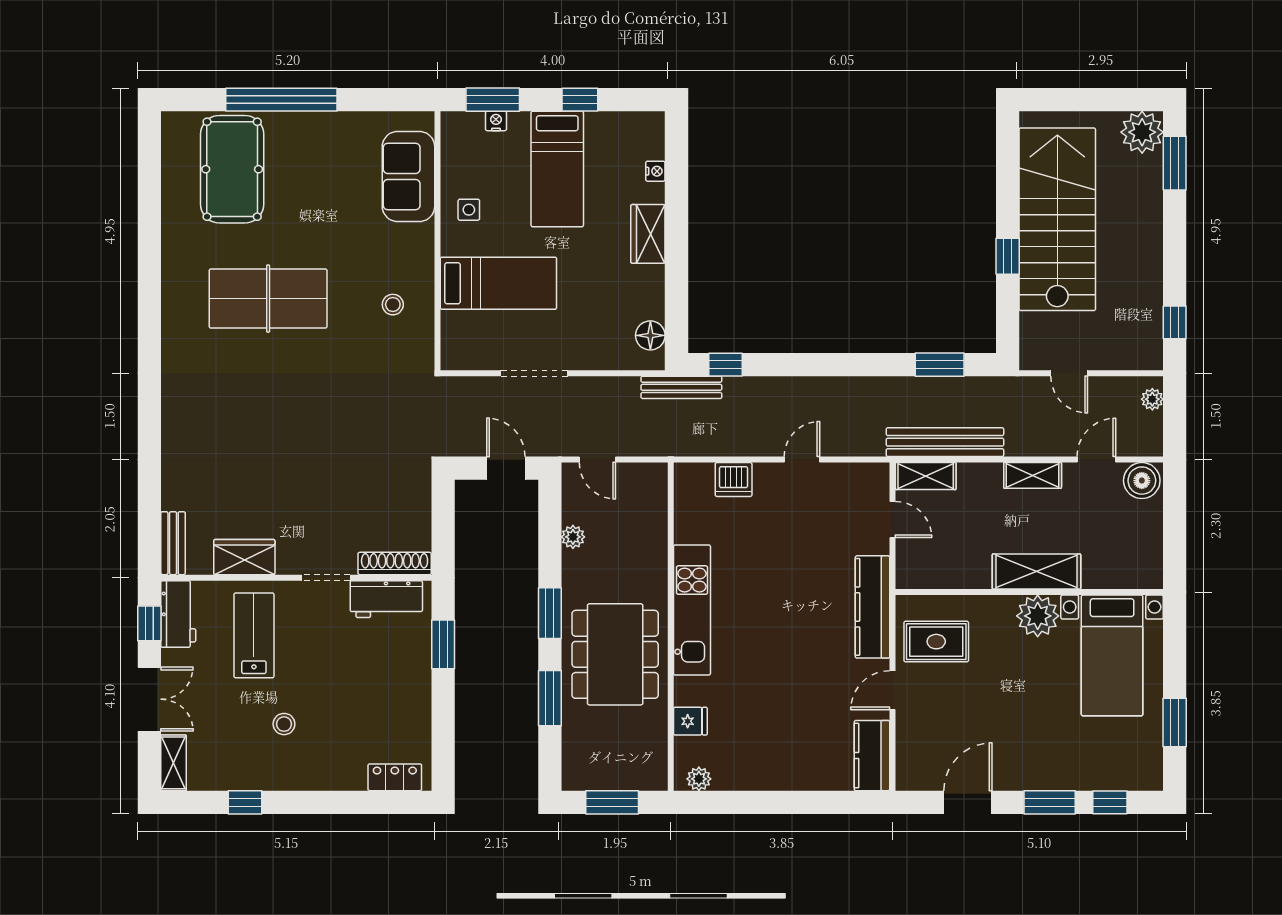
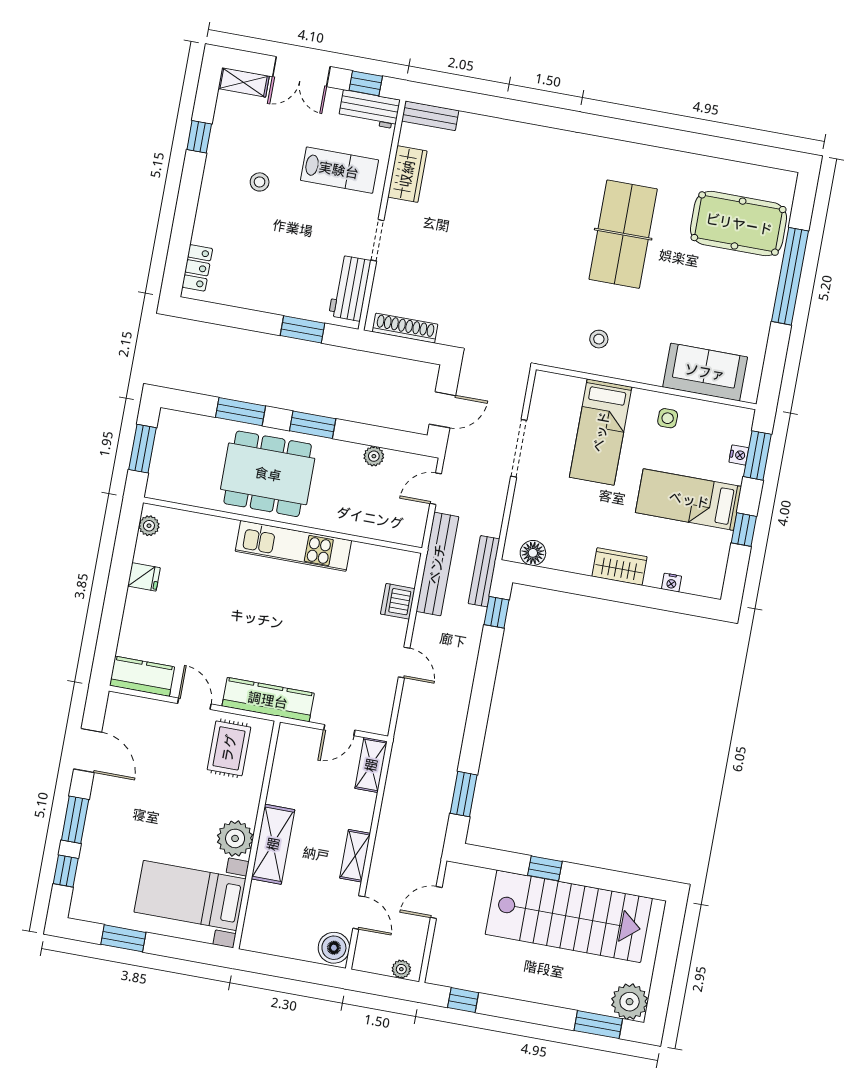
bench: (945, 442) -> (437, 564), moved
shoe rack: (395, 563) -> (405, 328), moved, turned -90
fridge: (690, 721) -> (144, 577), moved, turned -90

